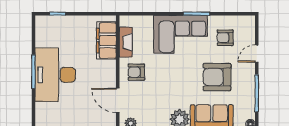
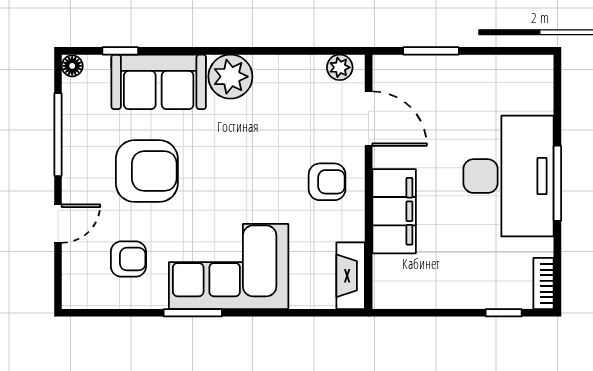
bookcase: (40, 27) -> (544, 284), added
filing cabinet: (106, 40) -> (394, 211), moved
fireplace: (126, 42) -> (351, 276), moved

